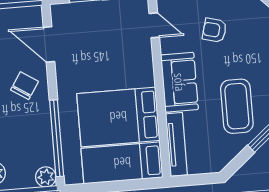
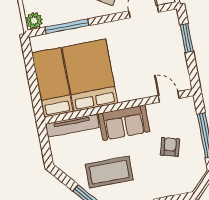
door: (154, 25) -> (169, 97), swing flipped
window: (57, 138) -> (67, 26), width x0.68

